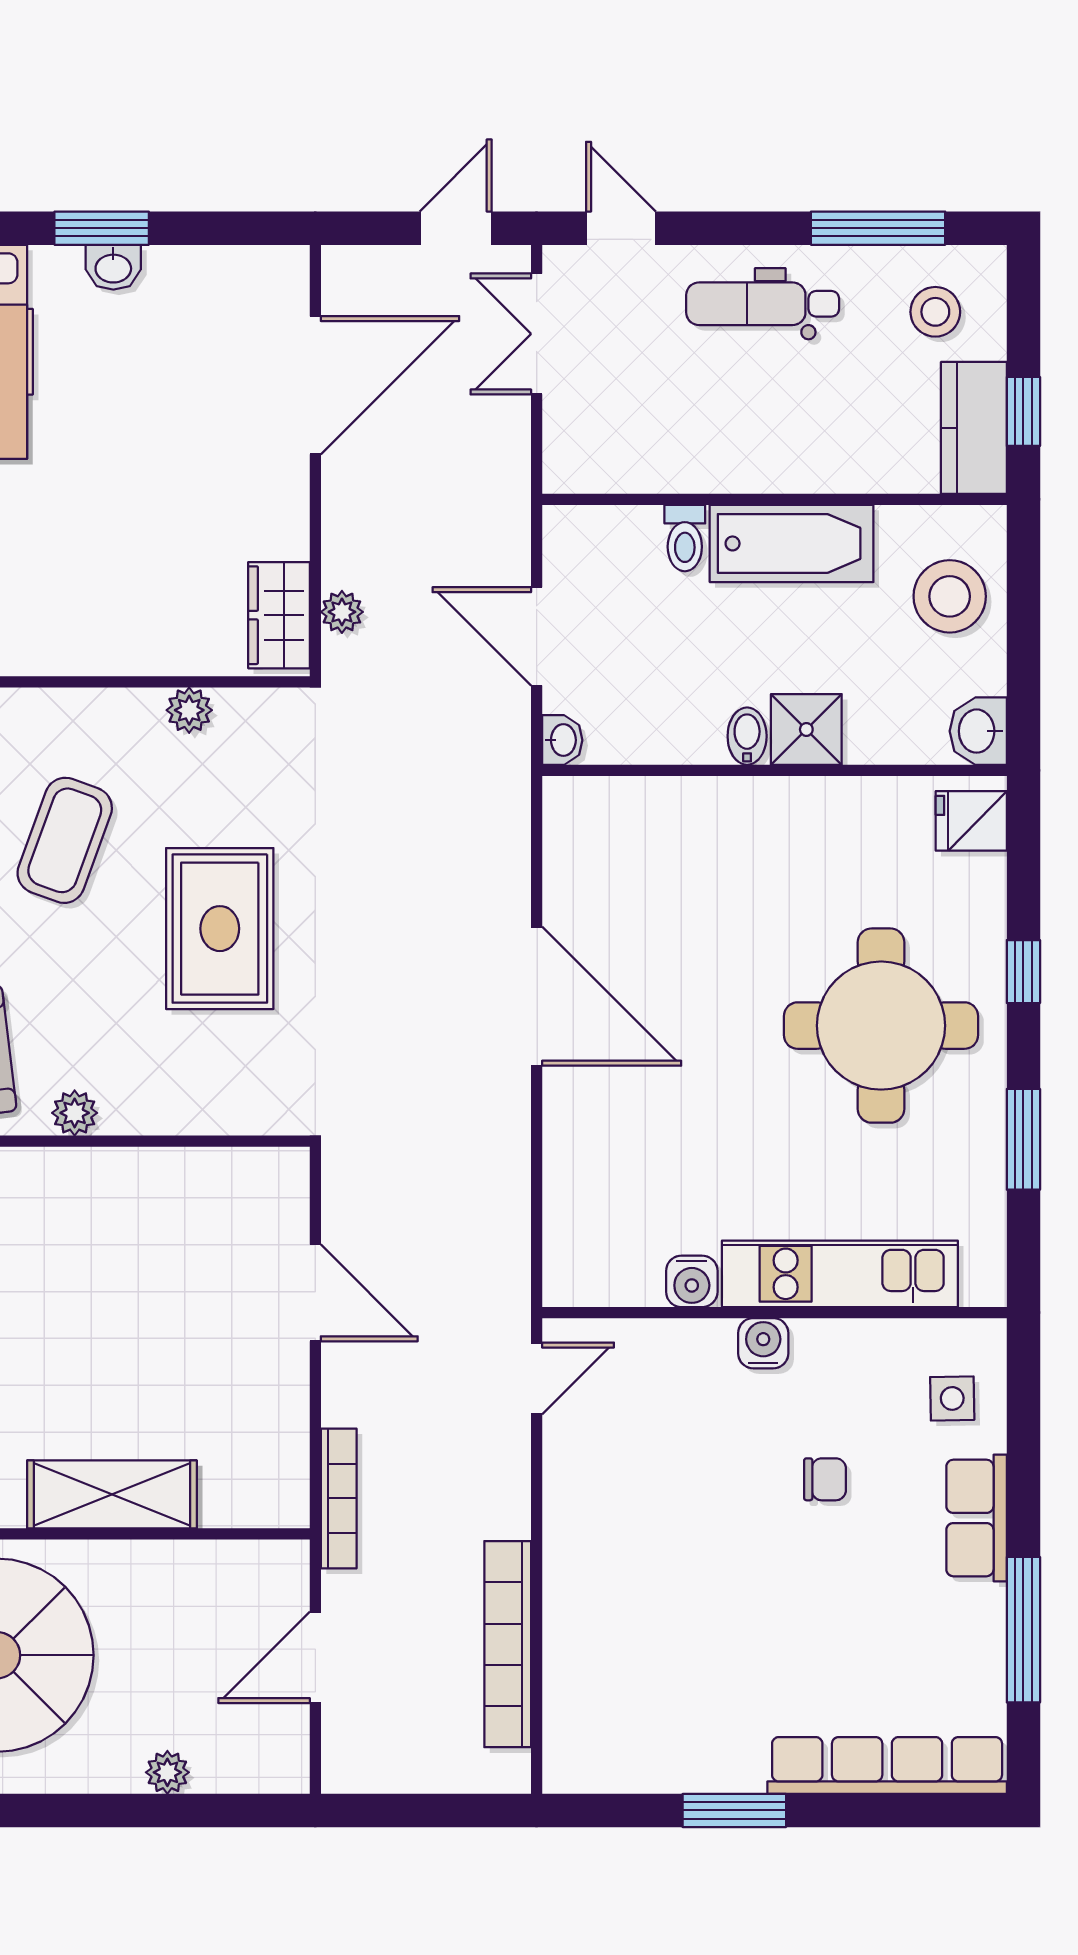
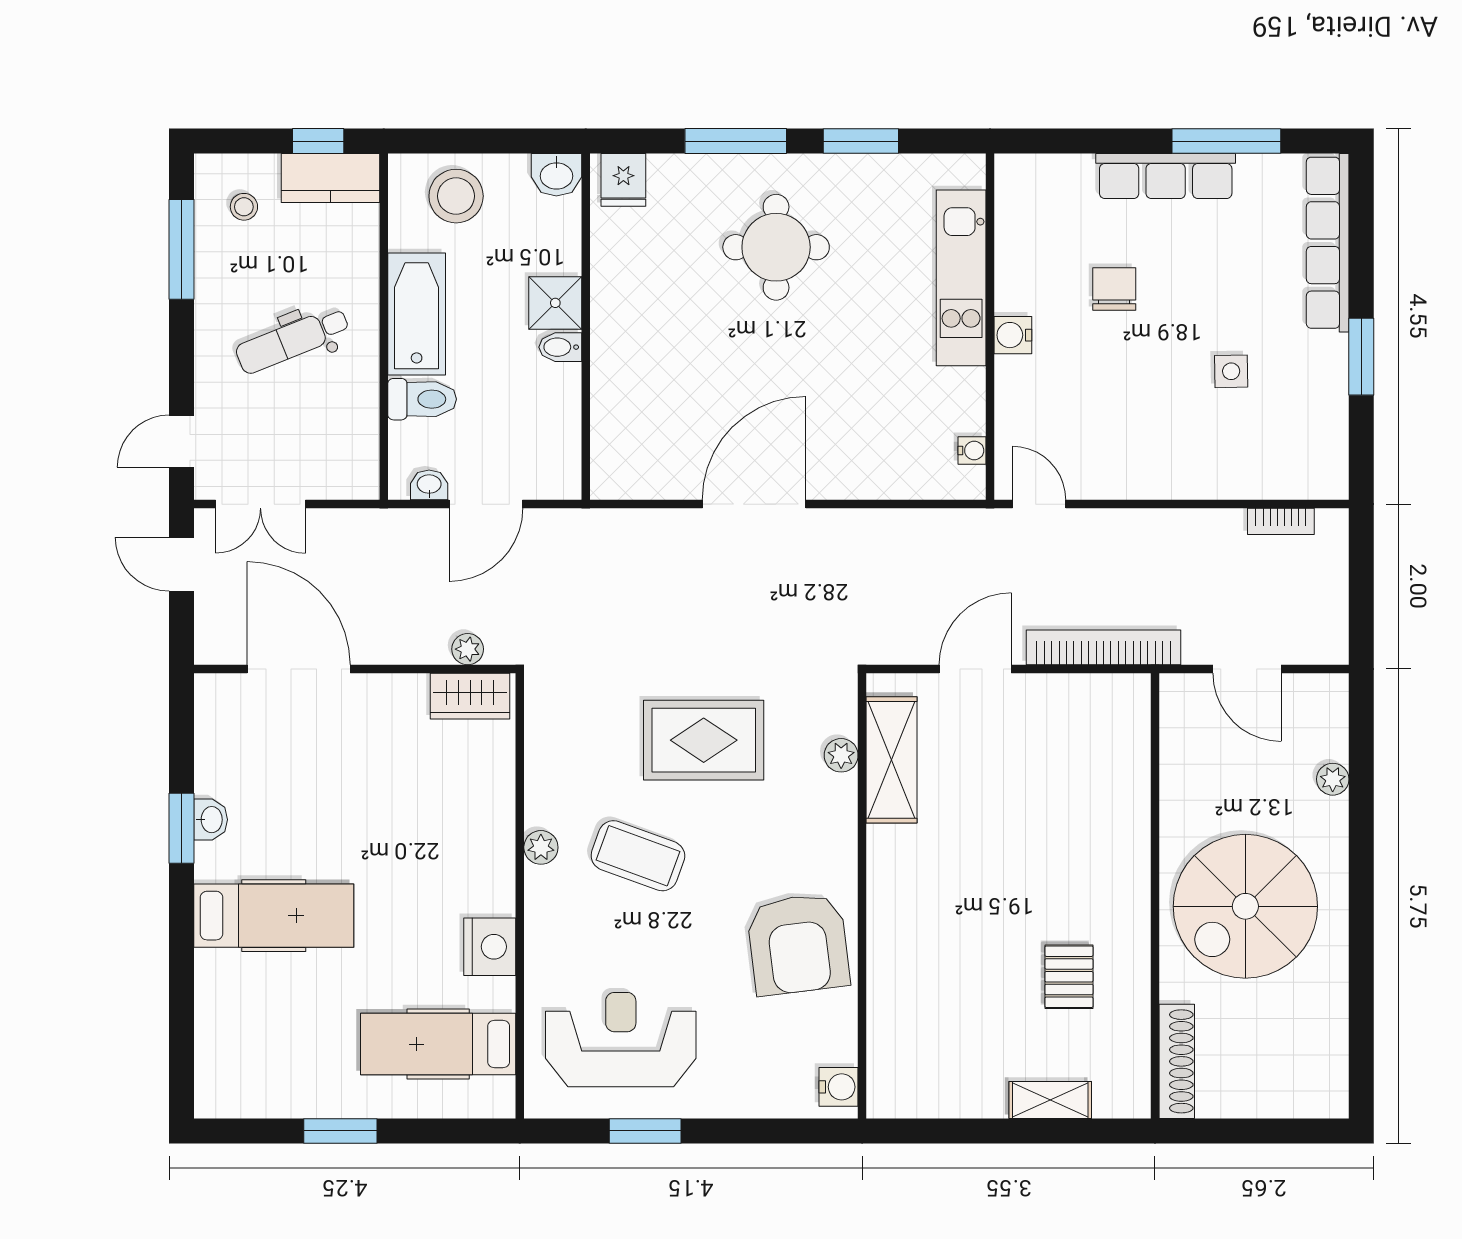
dental chair: (763, 304) -> (292, 340), moved, turned 68
stool: (935, 312) -> (244, 207), width x0.73, depth x0.73
toilet: (685, 538) -> (422, 399), width x1.37, depth x1.39
plant: (189, 710) -> (541, 847), moved
washbasin: (562, 740) -> (429, 485), moved
window: (1023, 972) -> (736, 141), width x2.17
round table: (881, 1026) -> (776, 247), width x0.73, depth x0.73
plant: (75, 1113) -> (841, 755), moved
water cooler: (692, 1281) -> (972, 451), moved, width x0.72, depth x0.72
side table: (952, 1398) -> (1231, 371), moved
chair: (825, 1479) -> (1114, 289), width x1.37, depth x1.37
shelving: (112, 1494) -> (892, 760), moved
bookcase: (339, 1498) -> (1104, 647), width x1.48, depth x1.31
row of seats: (977, 1518) -> (1166, 176), width x1.48
bookcase: (508, 1644) -> (1281, 521), width x0.43, depth x0.76

